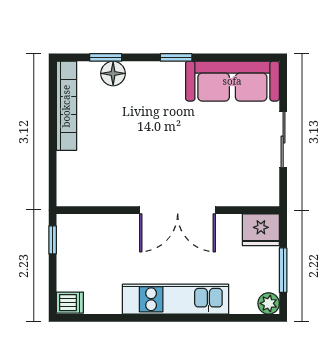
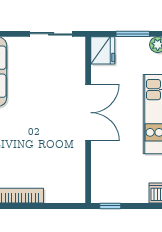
sliding door: (283, 139) -> (51, 34), moved

